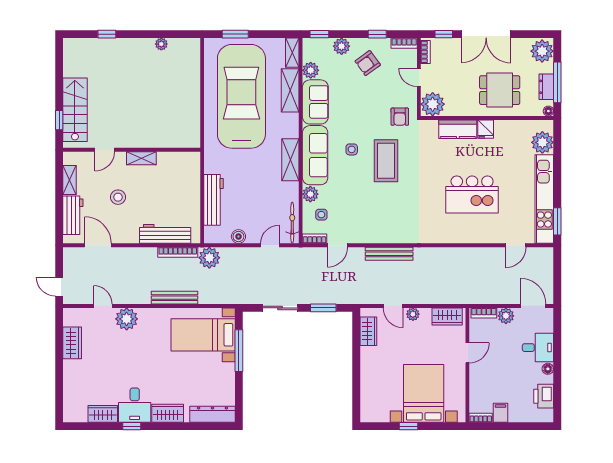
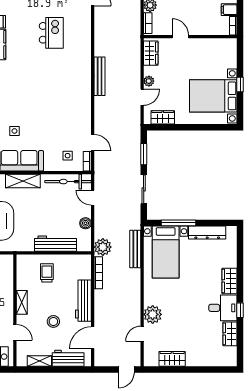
coffee table: (386, 161) -> (24, 103), removed
trolley: (178, 189) -> (47, 273), added
plant: (310, 194) -> (51, 165), removed
kitchen island: (472, 195) -> (51, 33), width x0.73, depth x0.78
bicycle: (292, 223) -> (68, 182), width x1.37, depth x1.40
workbench: (165, 234) -> (83, 301), moved
bench: (389, 254) -> (100, 76), moved
bench: (174, 298) -> (135, 249), moved
bed with nightstands: (424, 393) -> (213, 96), moved
dresser: (212, 414) -> (207, 233), moved, turned -90

